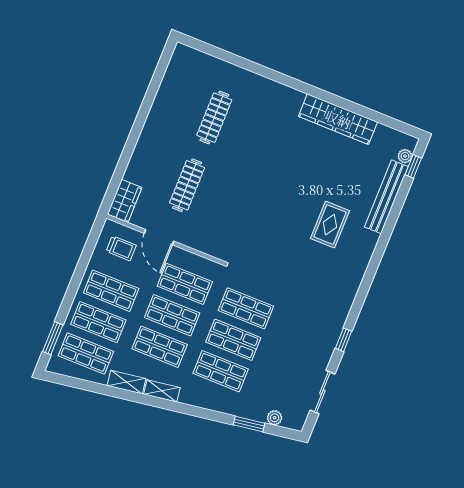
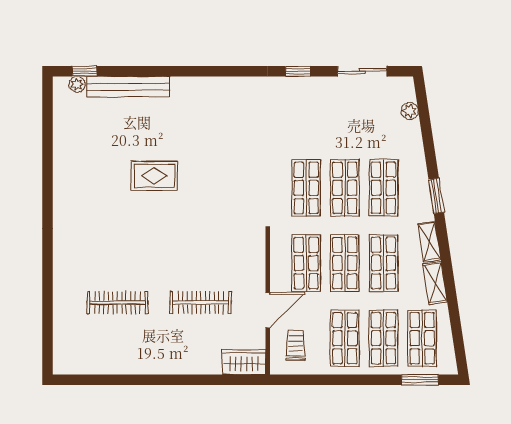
wardrobe: (338, 119) -> (67, 171), removed
rug: (330, 225) -> (154, 176), moved
window: (249, 424) -> (436, 196), moved

